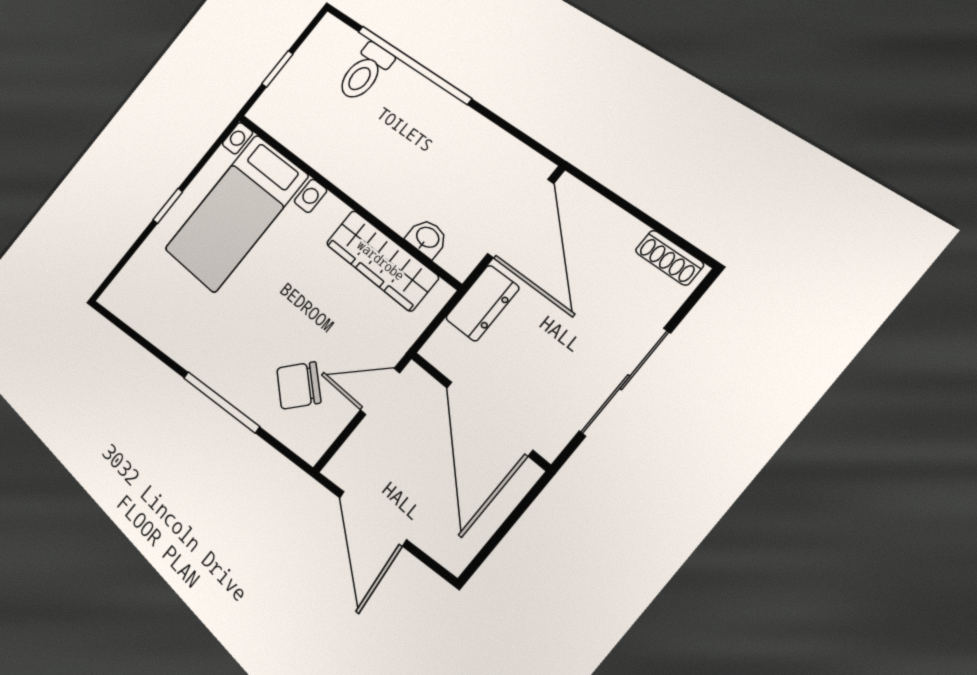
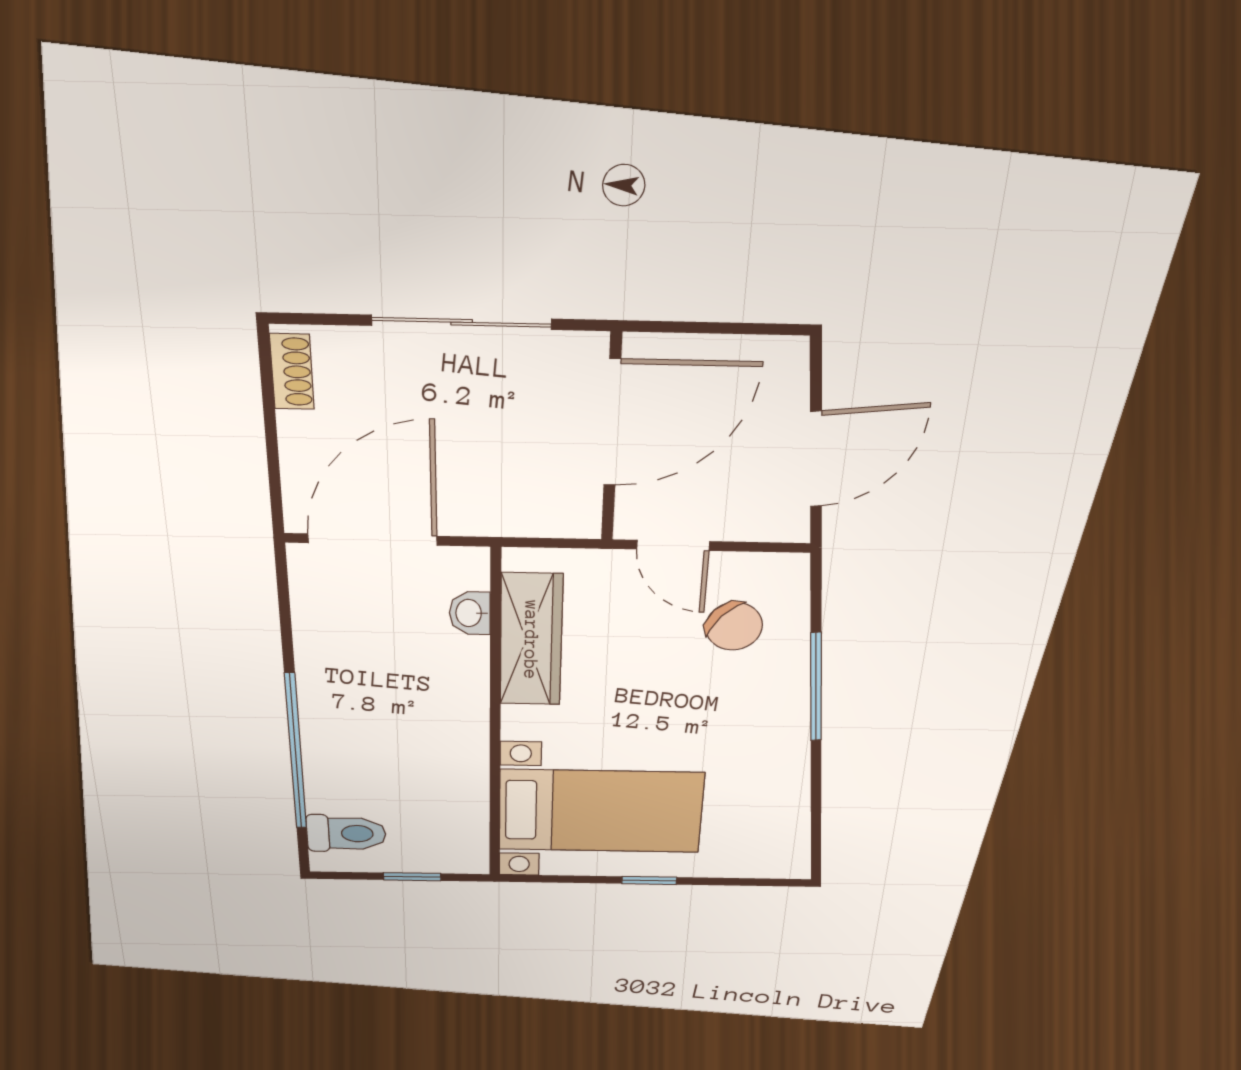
toilet: (365, 72) -> (346, 833), moved
dresser: (482, 303) -> (494, 514), removed

